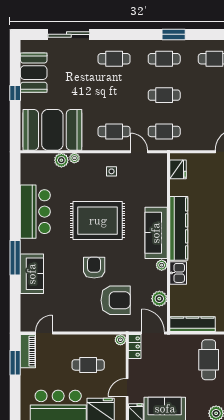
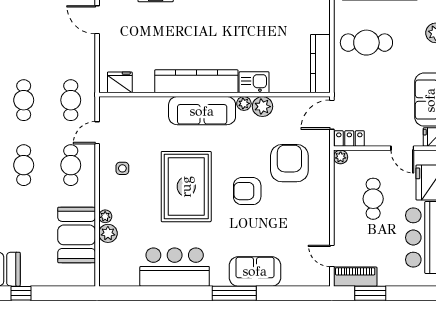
cafe table: (114, 95) -> (24, 165), added
booth: (52, 130) -> (77, 235), width x0.73, depth x0.70
plant: (159, 299) -> (262, 107), moved

